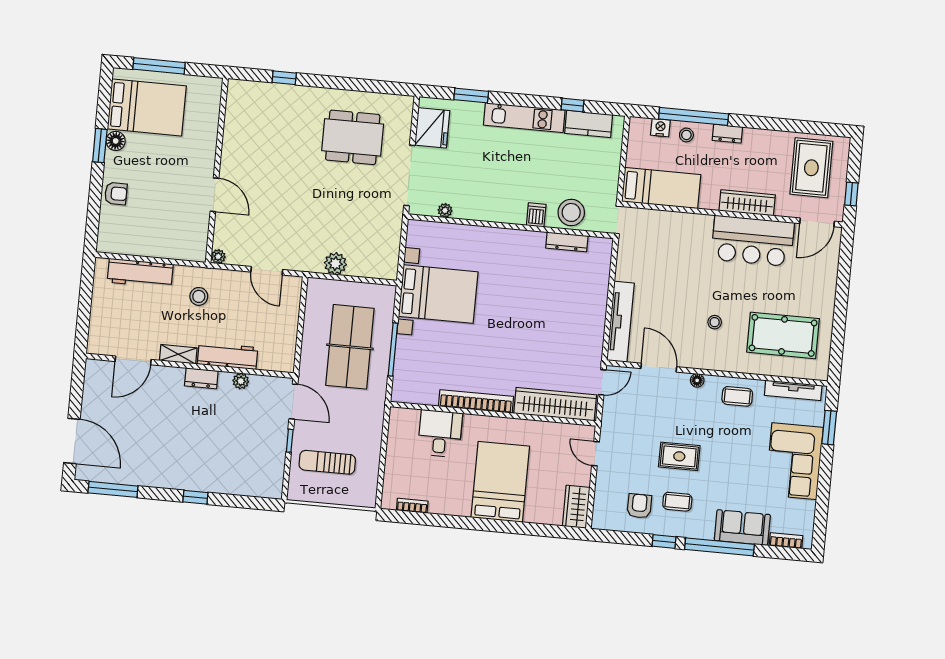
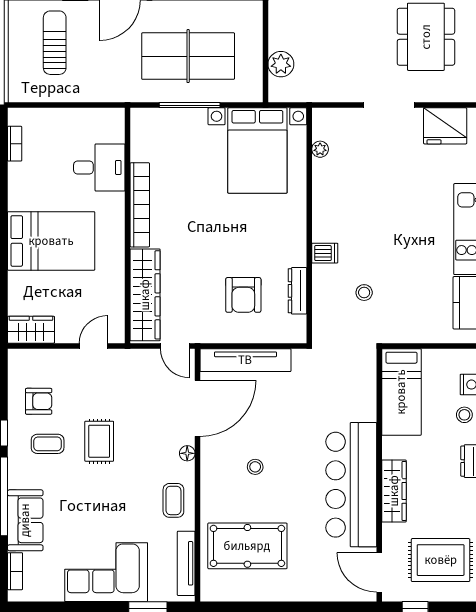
doorway: (409, 175) -> (389, 105), width x0.73
plant: (445, 210) -> (320, 149), moved
stool: (571, 212) -> (364, 293), width x0.53, depth x0.53
dishwasher: (536, 215) -> (325, 253), moved
wall: (511, 226) -> (309, 225), moved
bar counter: (753, 241) -> (351, 485), width x1.36
dresser: (567, 242) -> (297, 291), moved
plant: (335, 264) -> (281, 64), moved
armchair: (563, 318) -> (243, 295), added
pool table: (783, 335) -> (247, 546), turned 90
door: (659, 368) -> (198, 408), width x1.36
coffee table: (677, 502) -> (48, 444), turned 90

